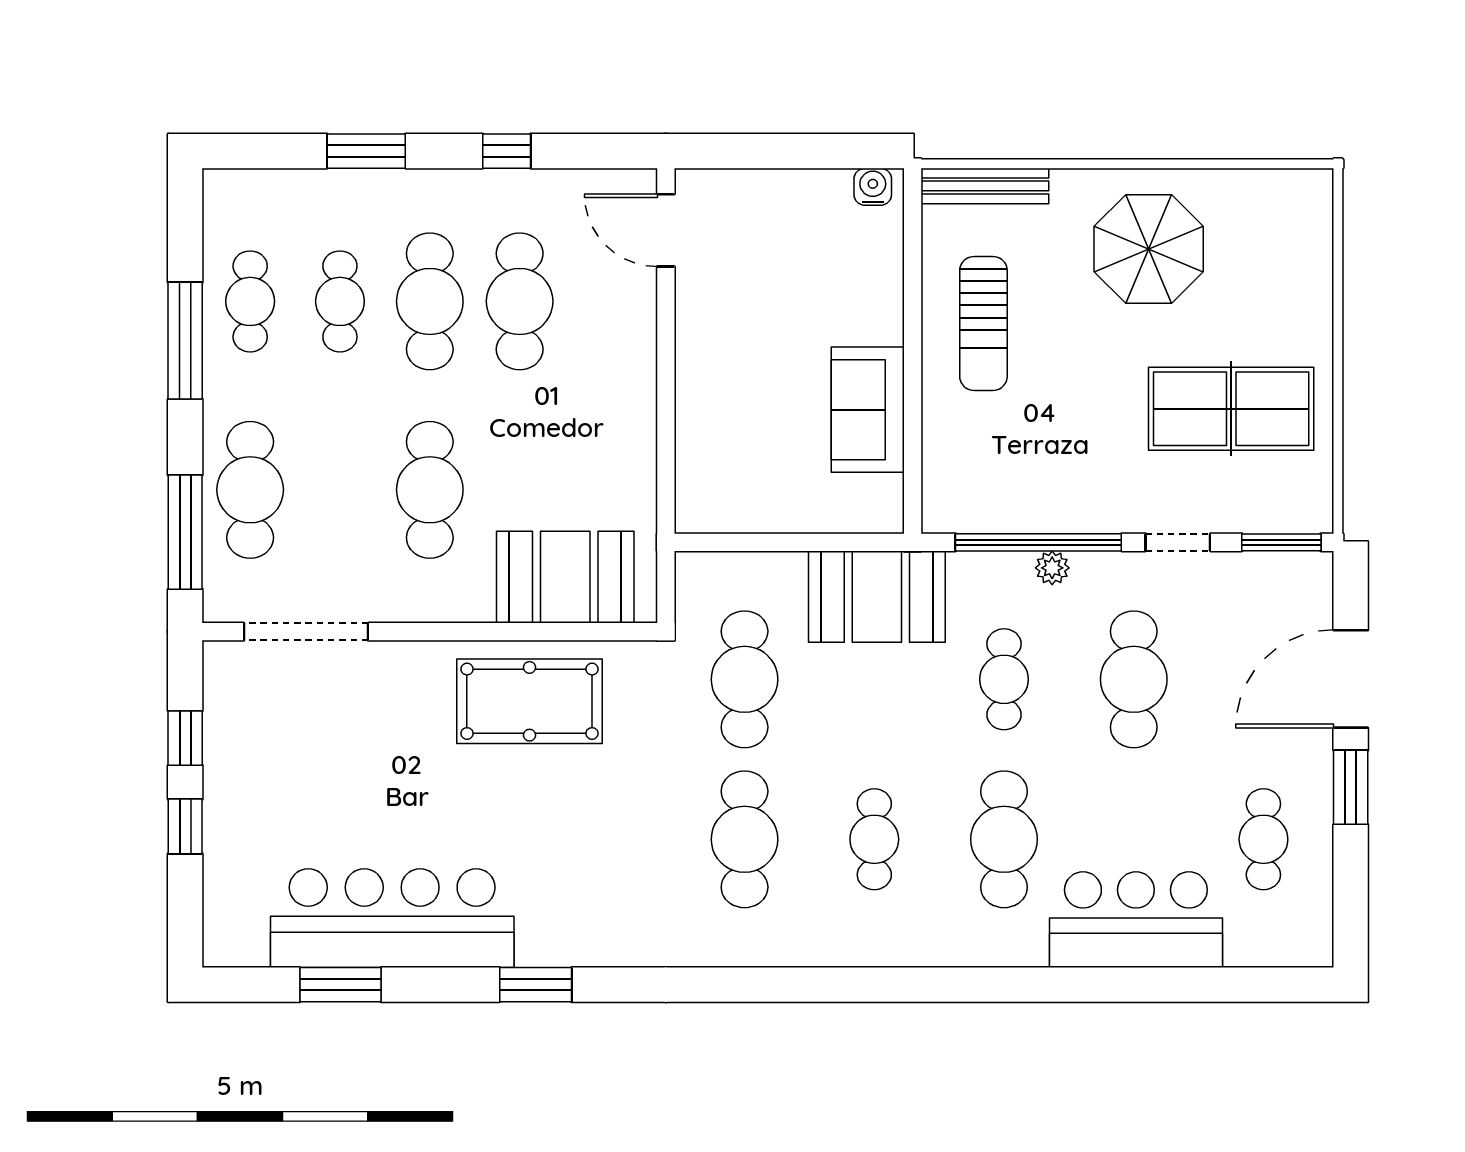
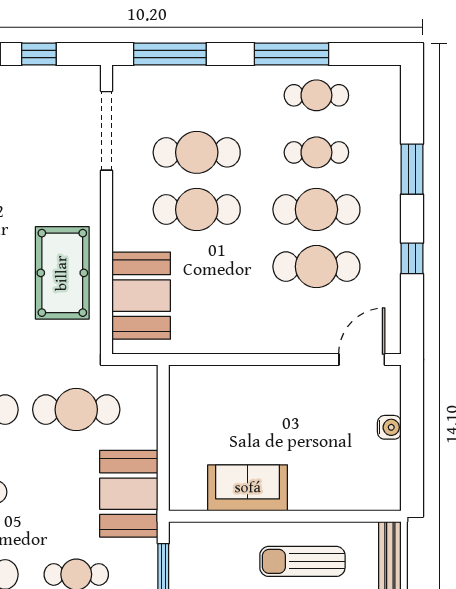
water cooler: (873, 187) -> (389, 427), moved
cafe table: (250, 490) -> (197, 152), moved

